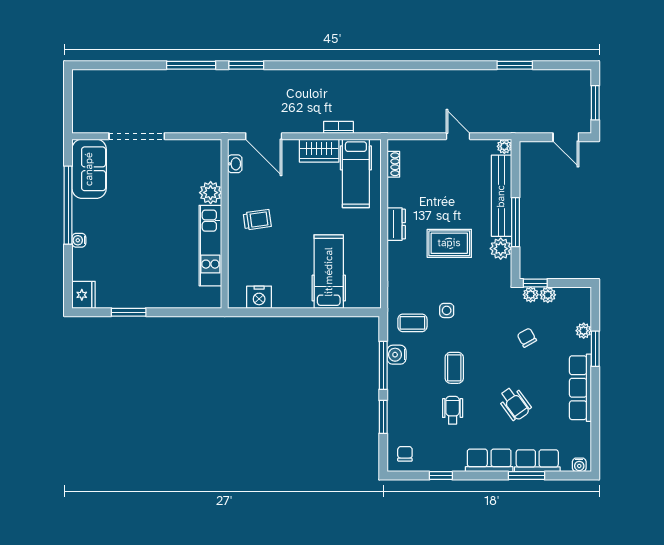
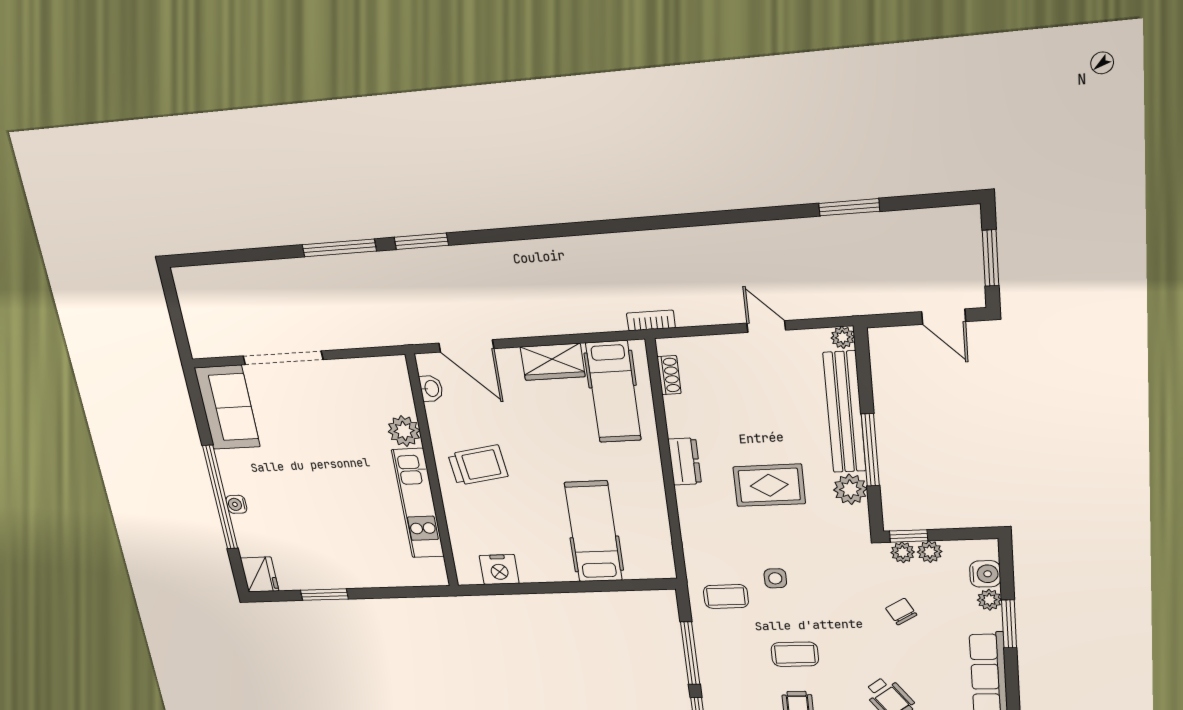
bookcase: (338, 127) -> (651, 320), moved
window: (68, 205) -> (220, 497), moved
trolley: (257, 220) -> (478, 465), width x1.36, depth x1.39
water cooler: (397, 355) -> (985, 574), moved, turned 180
coffee table: (454, 368) -> (795, 654), turned 90

